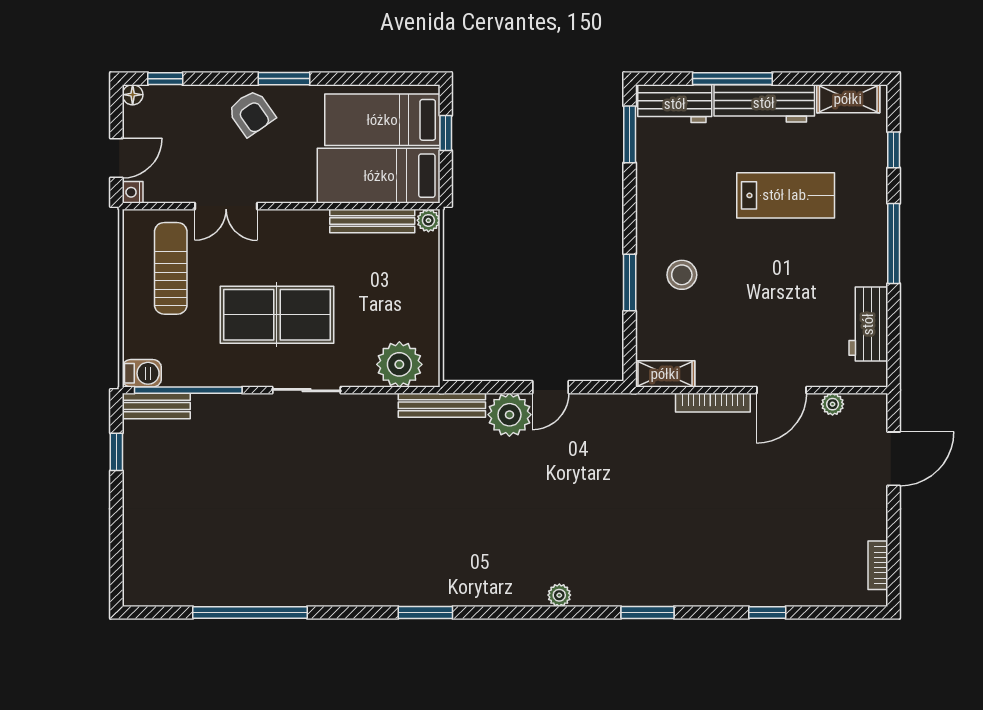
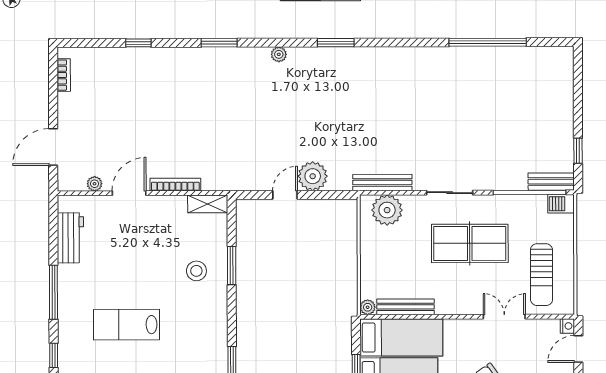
bench: (442, 405) -> (382, 182), moved
window: (425, 613) -> (336, 43), moved

